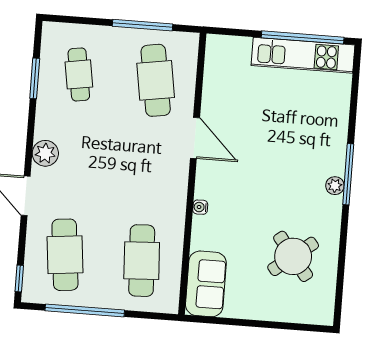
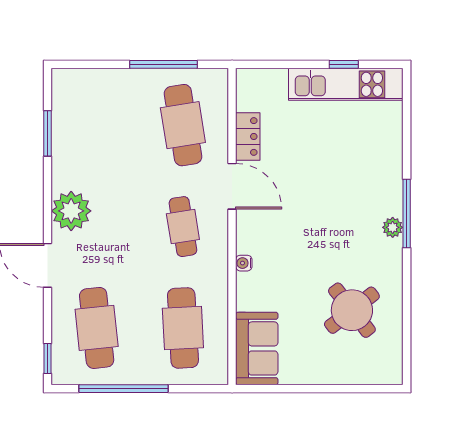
window: (303, 37) -> (344, 64), width x0.32
cafe table: (79, 74) -> (183, 227), moved
locker: (212, 95) -> (248, 136), added
plant: (45, 153) -> (71, 211), width x1.36, depth x1.36

